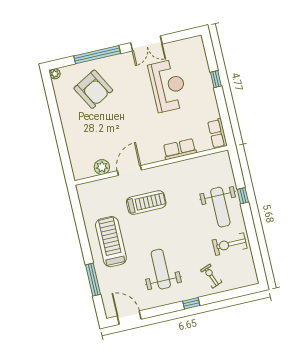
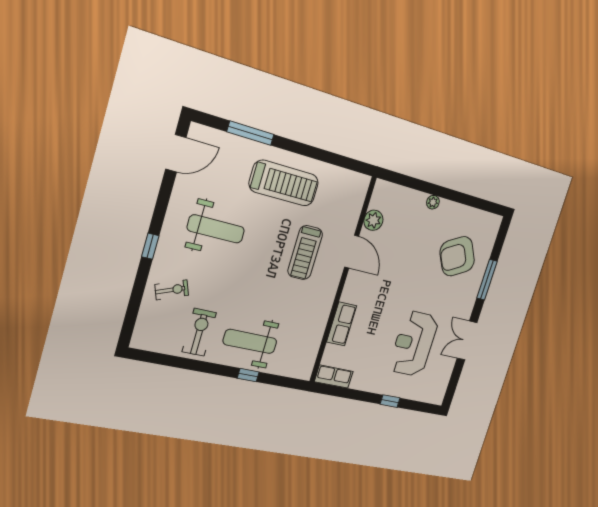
window: (97, 55) -> (487, 280), width x0.68
plant: (55, 74) -> (433, 202), moved
reception desk: (168, 86) -> (414, 344), turned 90

